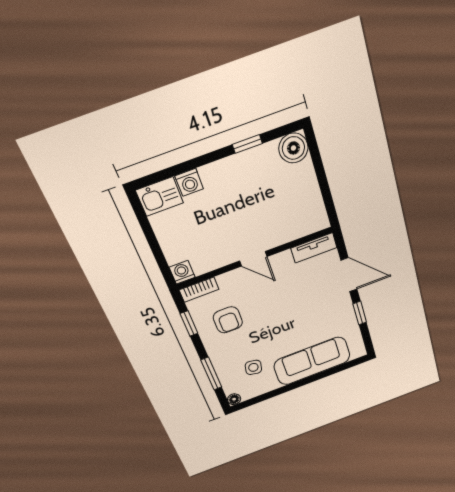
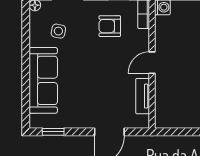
tv unit: (314, 248) -> (143, 96), moved
window: (360, 313) -> (53, 132), moved

